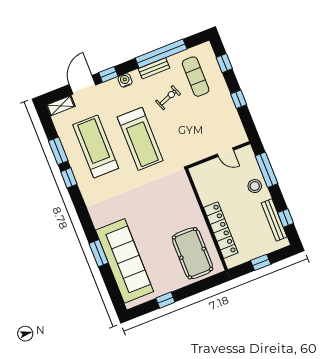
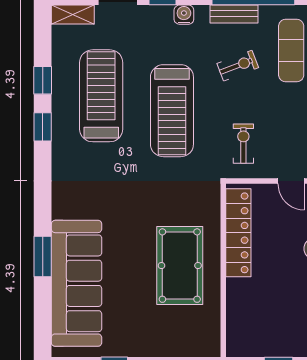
exercise bike: (189, 142) -> (243, 144), added
window: (58, 151) -> (43, 80), width x0.67
locker: (221, 230) -> (238, 233), moved
pool table: (193, 253) -> (180, 266), moved

